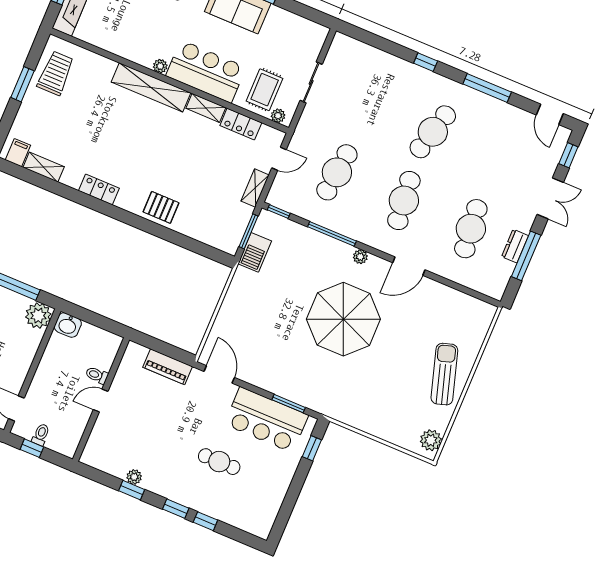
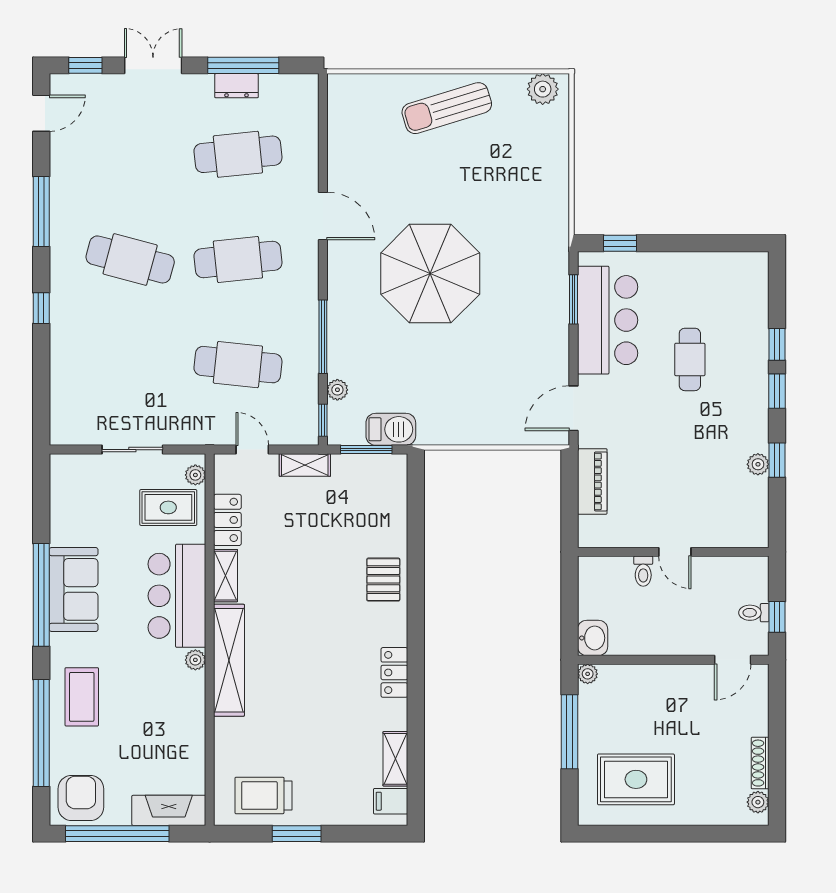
plant: (360, 257) -> (337, 390), moved
plant: (38, 316) -> (588, 674), width x0.53, depth x0.53

